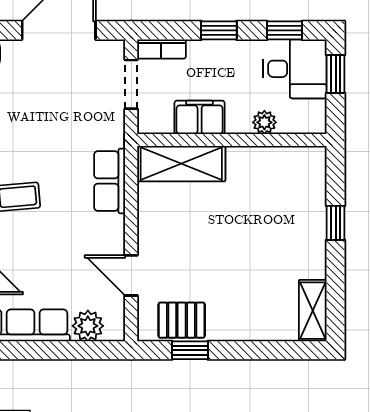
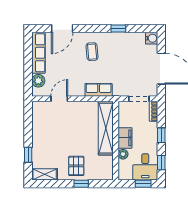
filing cabinet: (200, 117) -> (125, 138), moved
shelving: (181, 164) -> (106, 128), width x1.47
pallet: (182, 320) -> (76, 166), moved
window: (190, 350) -> (28, 155), moved

